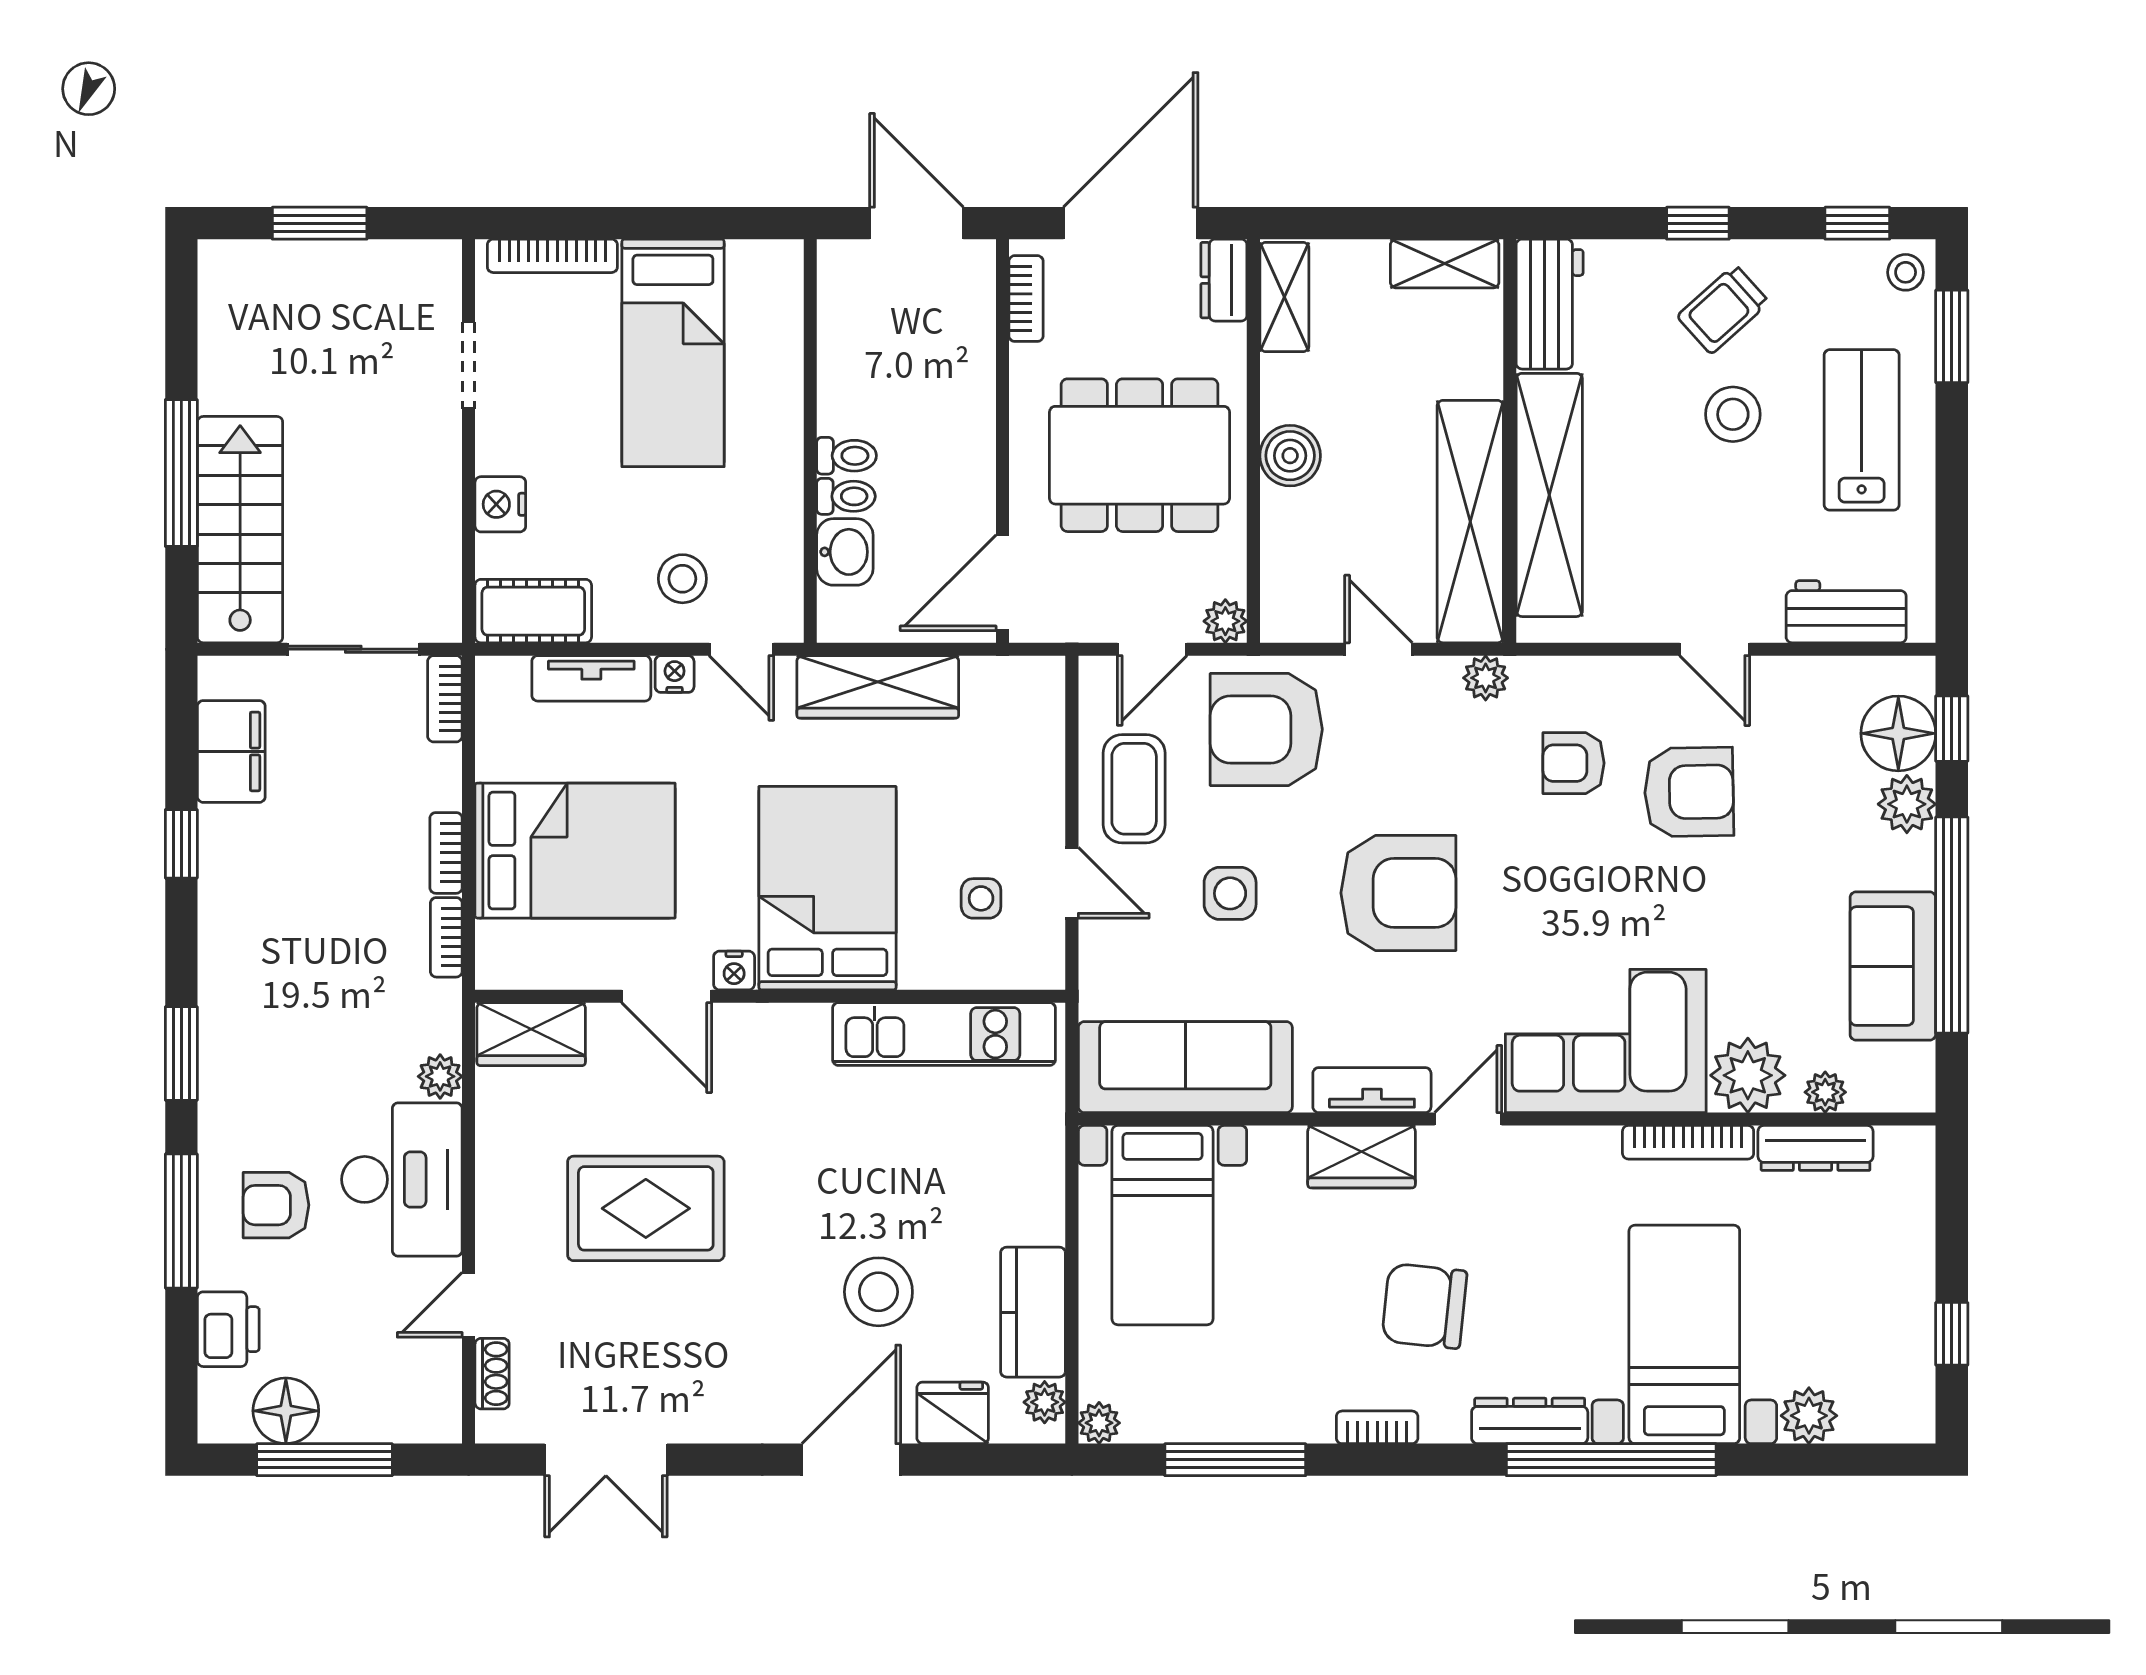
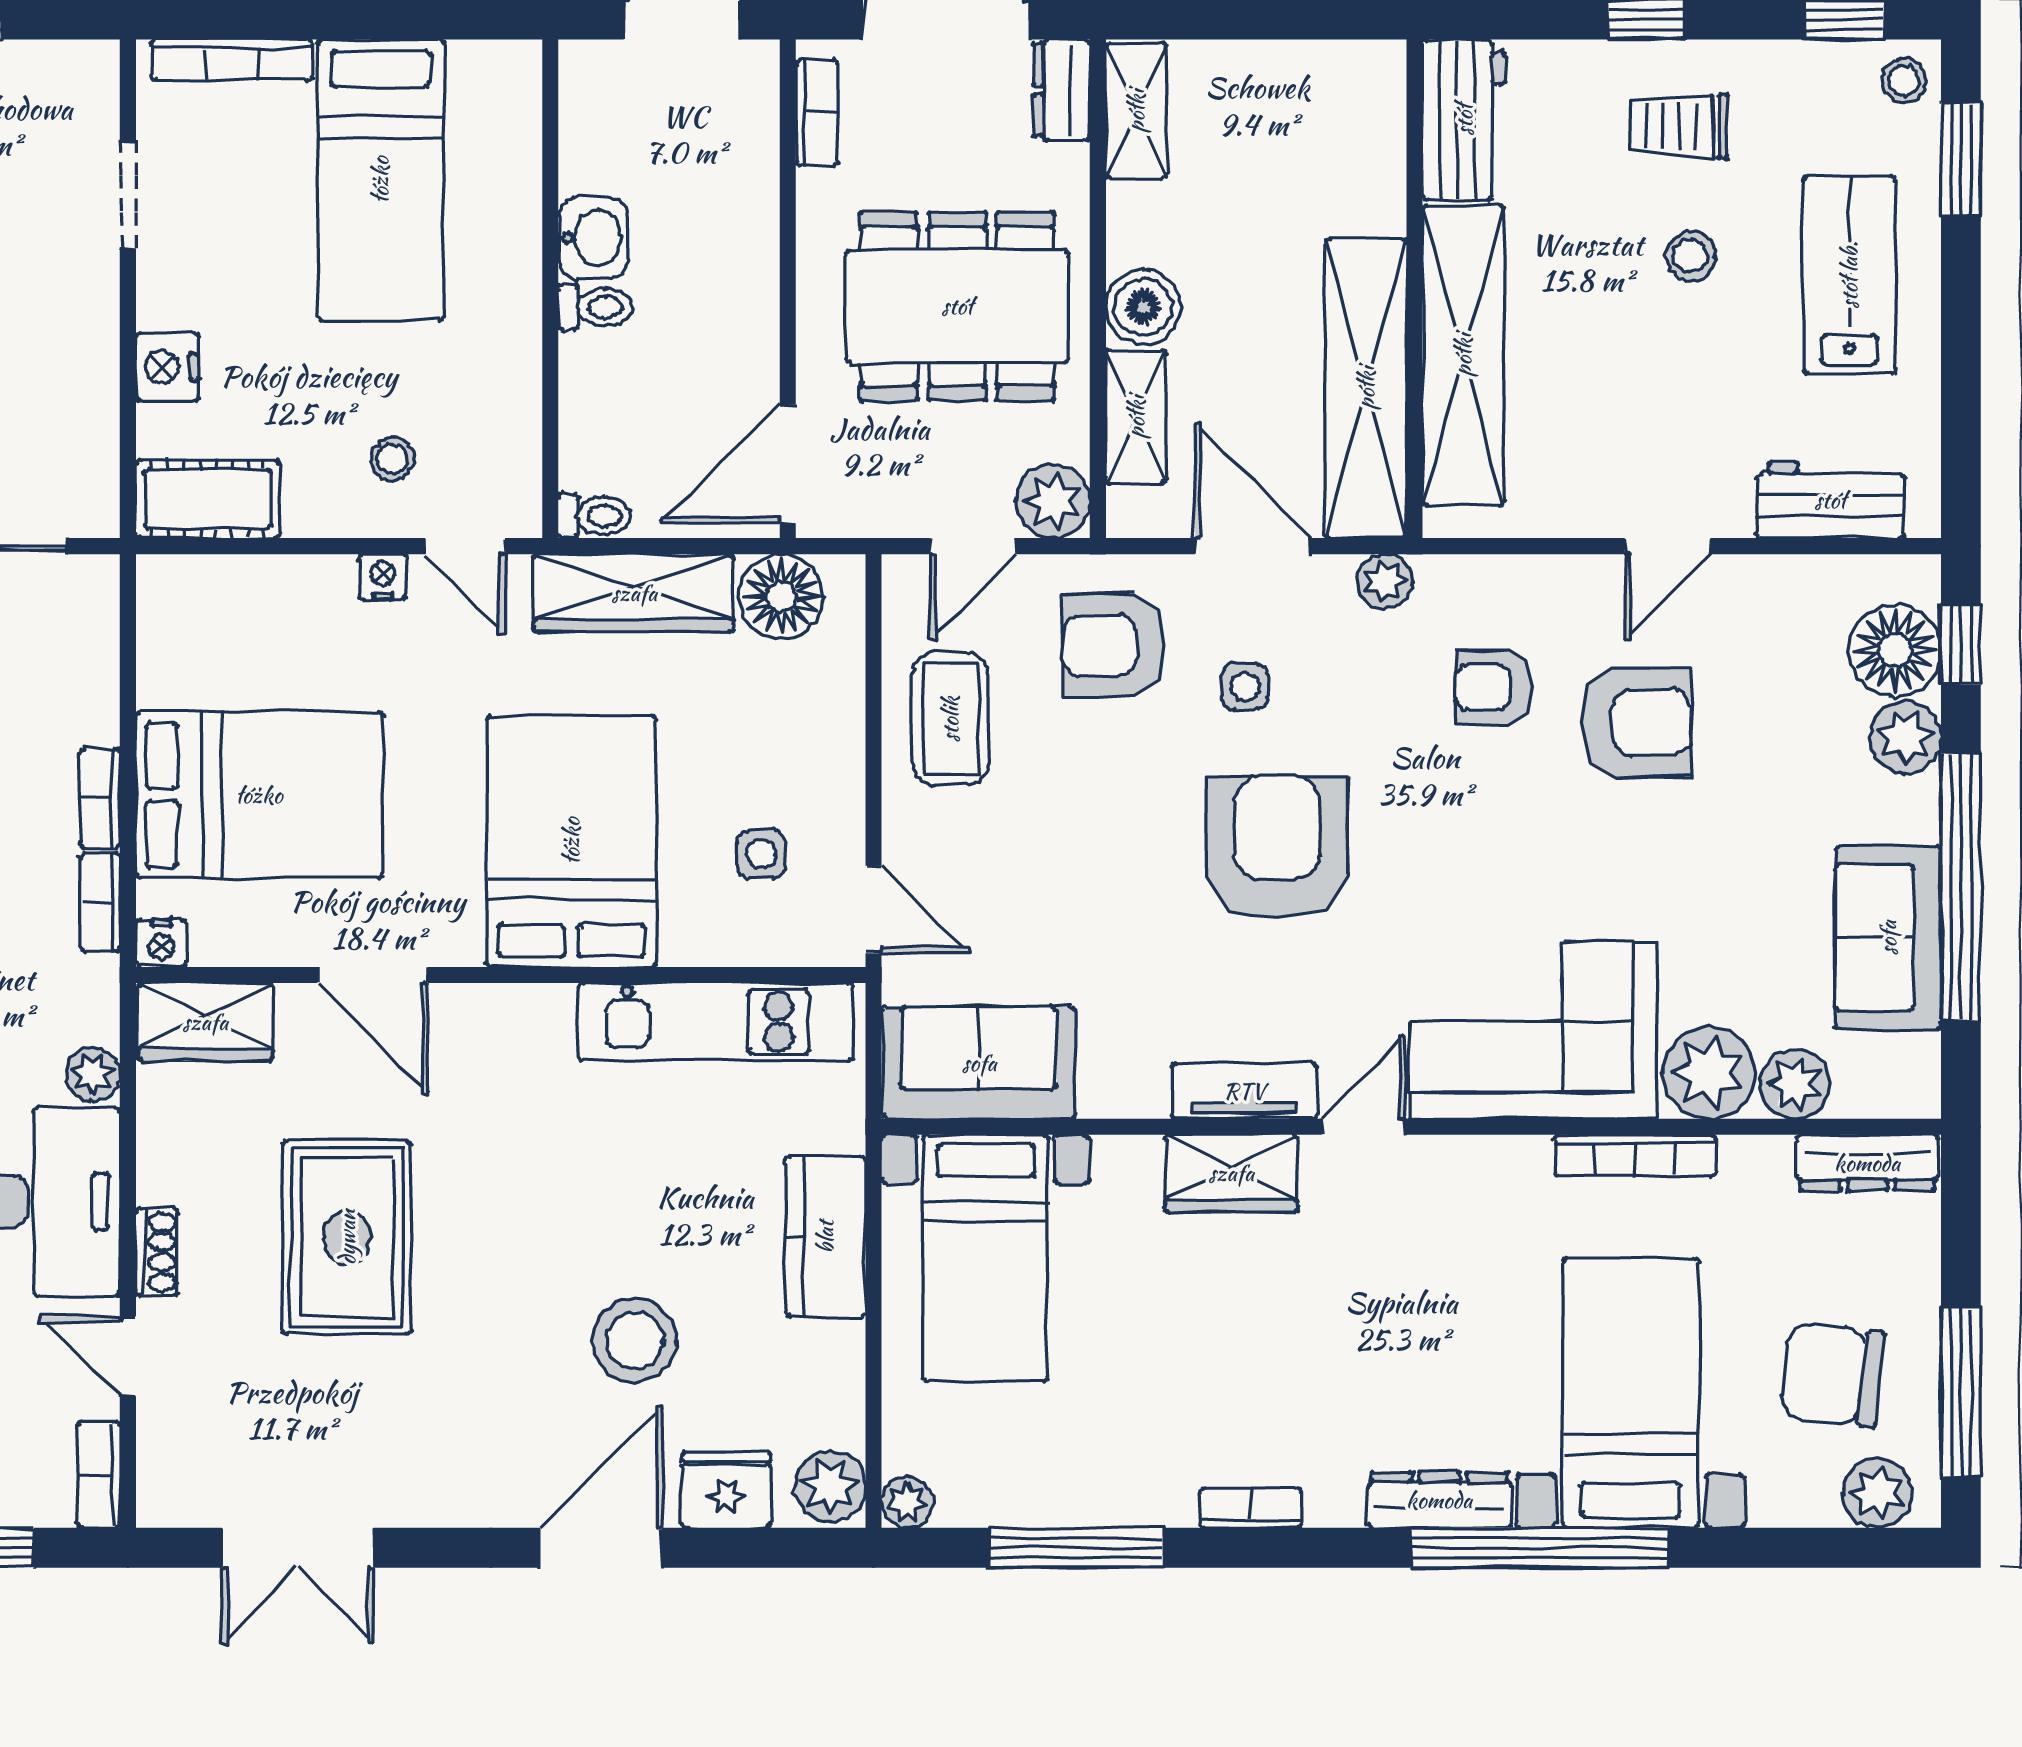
shelving: (1445, 264) -> (1136, 417), moved, turned 90
trolley: (1723, 309) -> (1678, 126), turned 42
stool: (1733, 414) -> (1690, 256), width x0.73, depth x0.73
toilet: (846, 496) -> (594, 516), moved
washbasin: (845, 552) -> (593, 238), moved
stool: (682, 579) -> (392, 459), width x0.73, depth x0.73
plant: (1225, 621) -> (1053, 501), width x1.38, depth x1.38
door: (1379, 649) -> (1253, 546), width x1.38
door: (1715, 649) -> (1668, 546), hinge flipped
tv unit: (591, 678) -> (280, 582), removed
floor lamp: (997, 690) -> (781, 596), added
bookcase: (445, 699) -> (99, 1475), moved
armchair: (1266, 729) -> (1114, 645), width x0.73, depth x0.73
door: (1072, 883) -> (874, 910), moved
side table: (1230, 893) -> (1245, 686), moved, width x0.73, depth x0.73
armchair: (1398, 893) -> (1277, 847), turned -90
nightstand: (734, 970) -> (161, 943), moved
sofa: (1185, 1067) -> (979, 1063), width x0.73
plant: (1825, 1092) -> (1795, 1084), width x1.38, depth x1.38
dresser: (1816, 1148) -> (1867, 1163), moved
rug: (646, 1208) -> (347, 1237), turned 90
door: (469, 1305) -> (128, 1356), hinge flipped
chair: (1424, 1306) -> (1833, 1375), moved
kitchen counter: (1033, 1312) -> (825, 1237), moved
window: (1952, 1334) -> (1961, 1392), width x2.17
shoe rack: (492, 1374) -> (157, 1252), moved
plant: (1045, 1402) -> (830, 1486), width x1.38, depth x1.38
plant: (1809, 1416) -> (1877, 1493), moved

